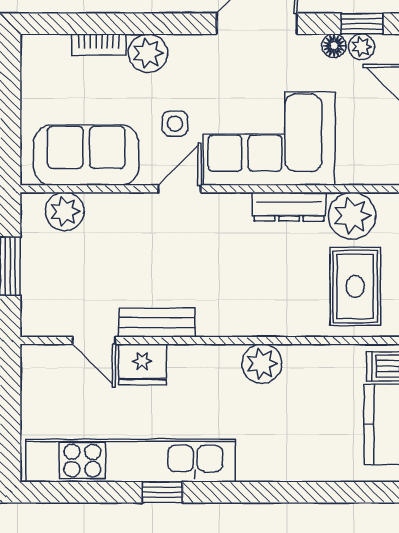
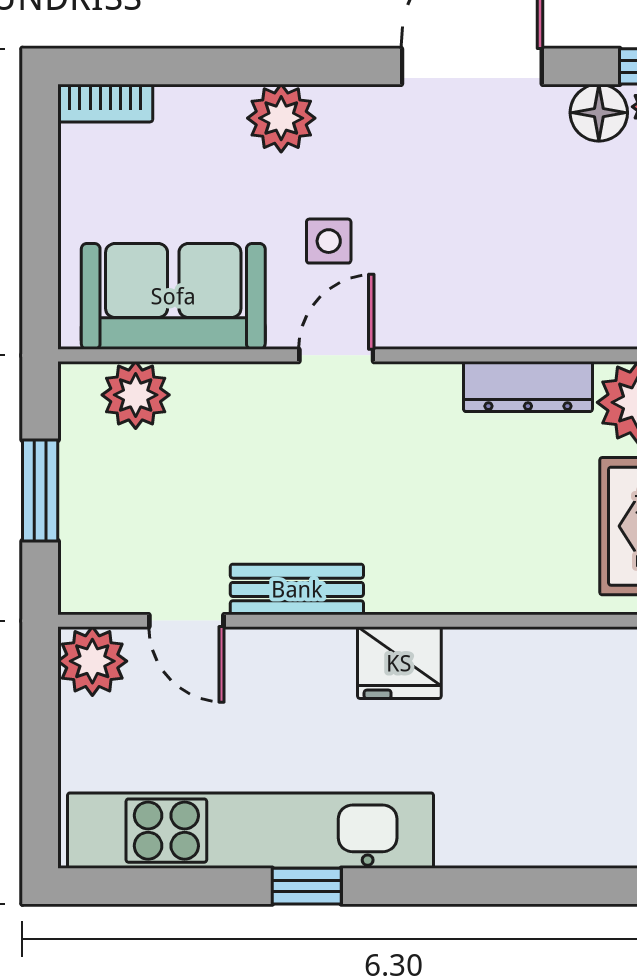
bookcase: (99, 45) -> (105, 103), moved
floor lamp: (334, 46) -> (599, 113), width x1.37, depth x1.37
corner sofa: (269, 139) -> (493, 268), removed
fridge: (142, 364) -> (399, 663), moved
plant: (262, 364) -> (92, 661), moved

